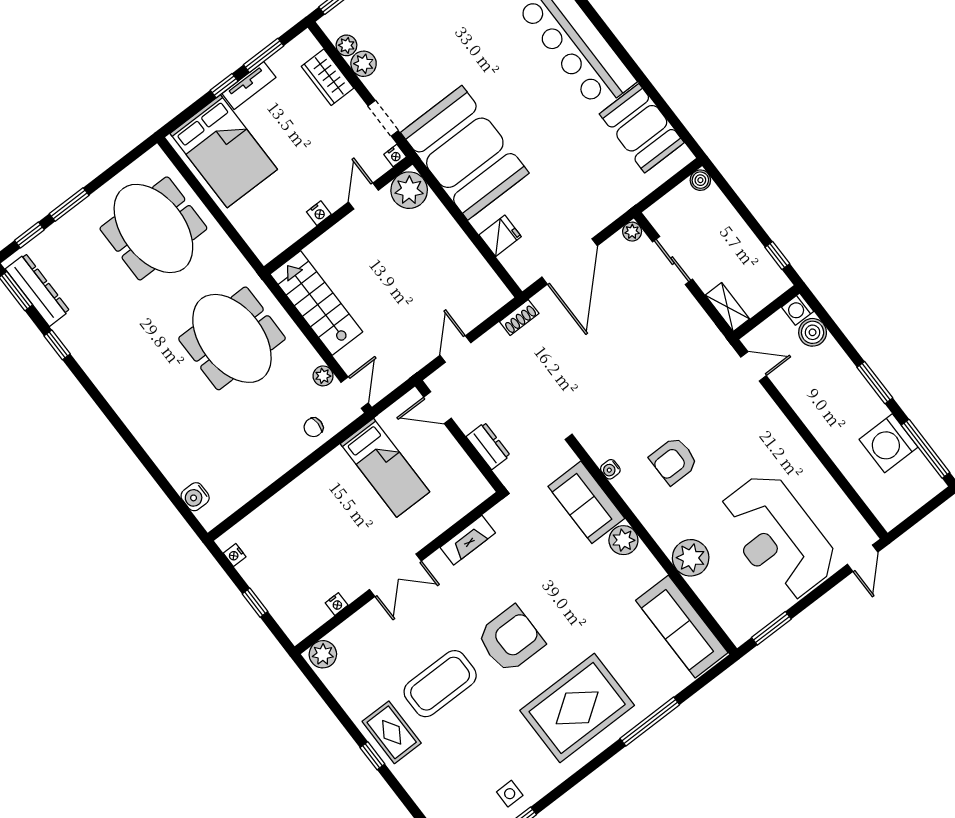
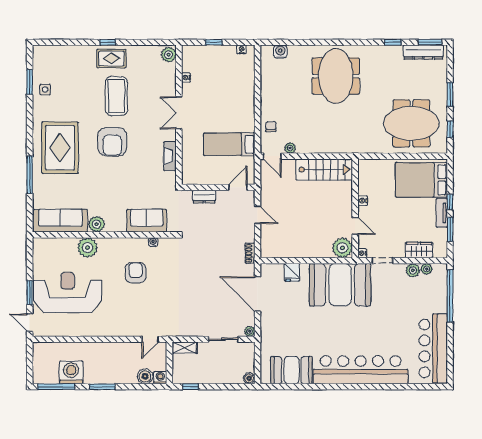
window: (29, 235) -> (450, 129), moved
meeting table: (232, 338) -> (336, 76), moved, turned 90
plant: (623, 540) -> (96, 224), moved
window: (771, 628) -> (30, 293), moved

